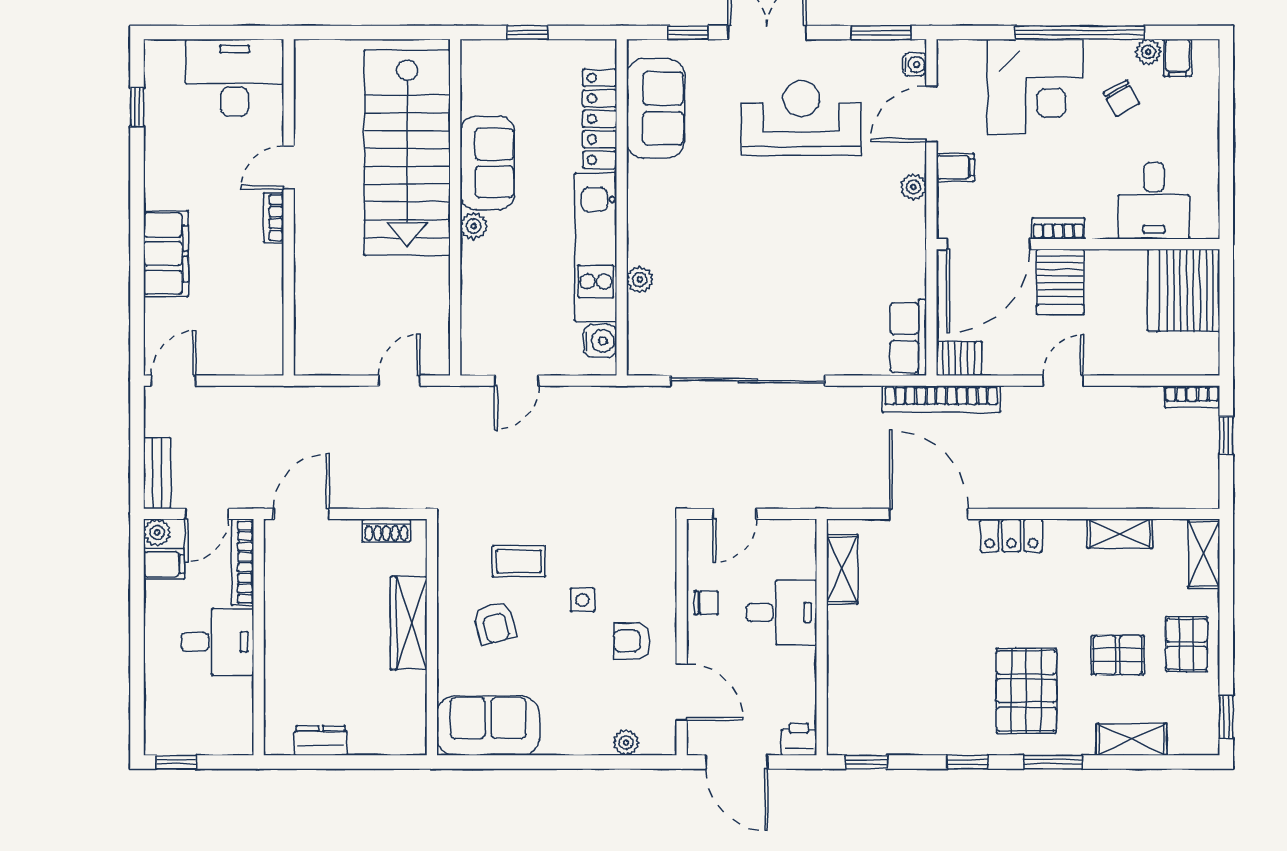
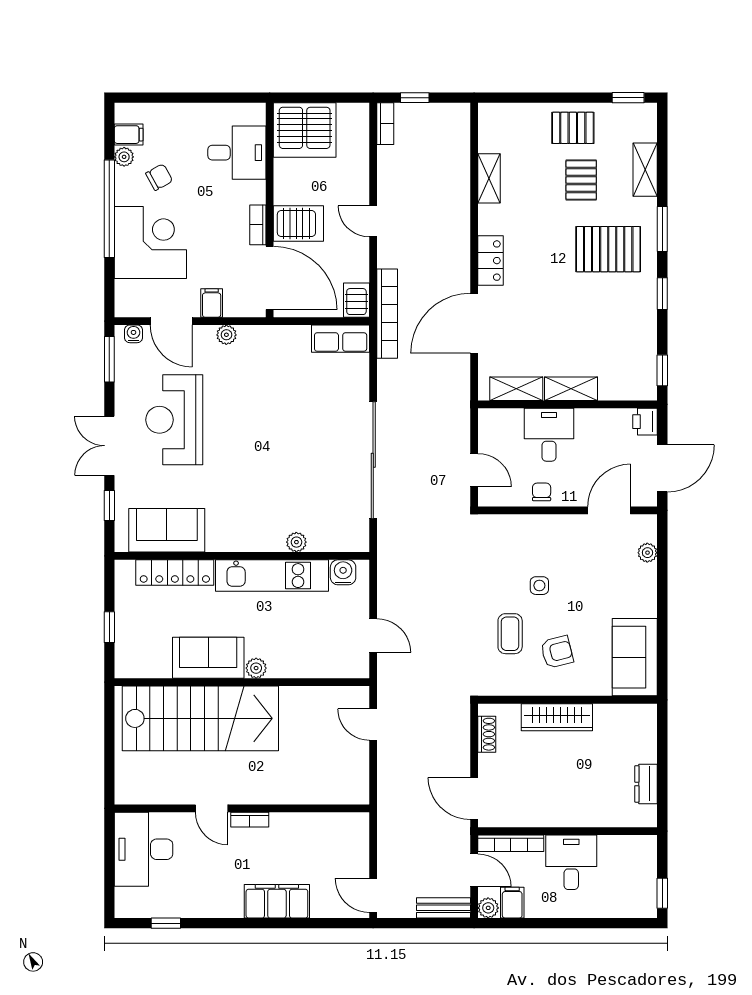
shelving: (1204, 554) -> (571, 389), moved
armchair: (632, 641) -> (571, 548), removed

